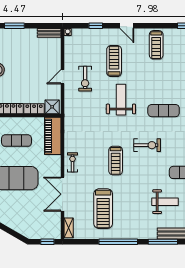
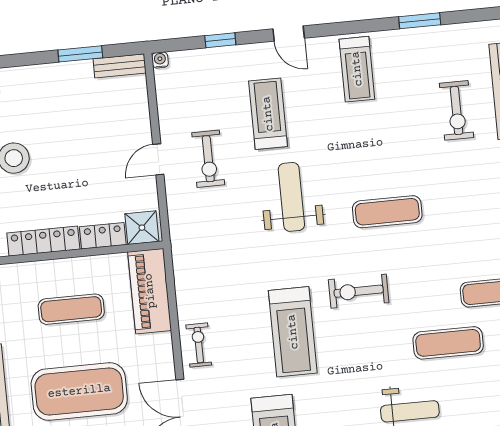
window: (14, 26) -> (80, 54), moved
exercise bike: (147, 145) -> (359, 291), turned 180
treadmill: (116, 161) -> (293, 332), width x1.37, depth x1.38

